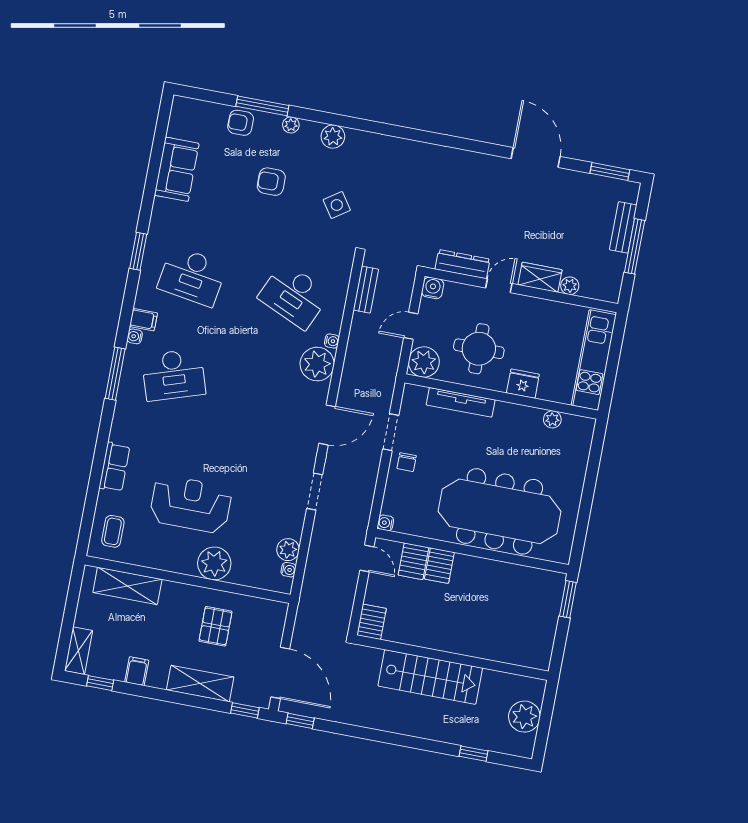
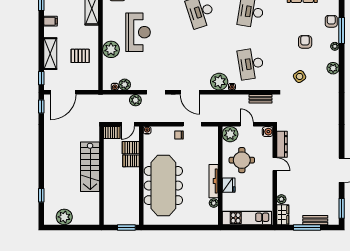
wardrobe: (540, 277) -> (283, 215), moved
desk: (294, 296) -> (251, 64), turned -33
tv unit: (461, 402) -> (214, 181), moved
plant: (322, 534) -> (135, 100), added
server rack: (371, 622) -> (112, 133), moved
wall: (452, 658) -> (102, 176), moved
stairs: (430, 677) -> (90, 167), moved

